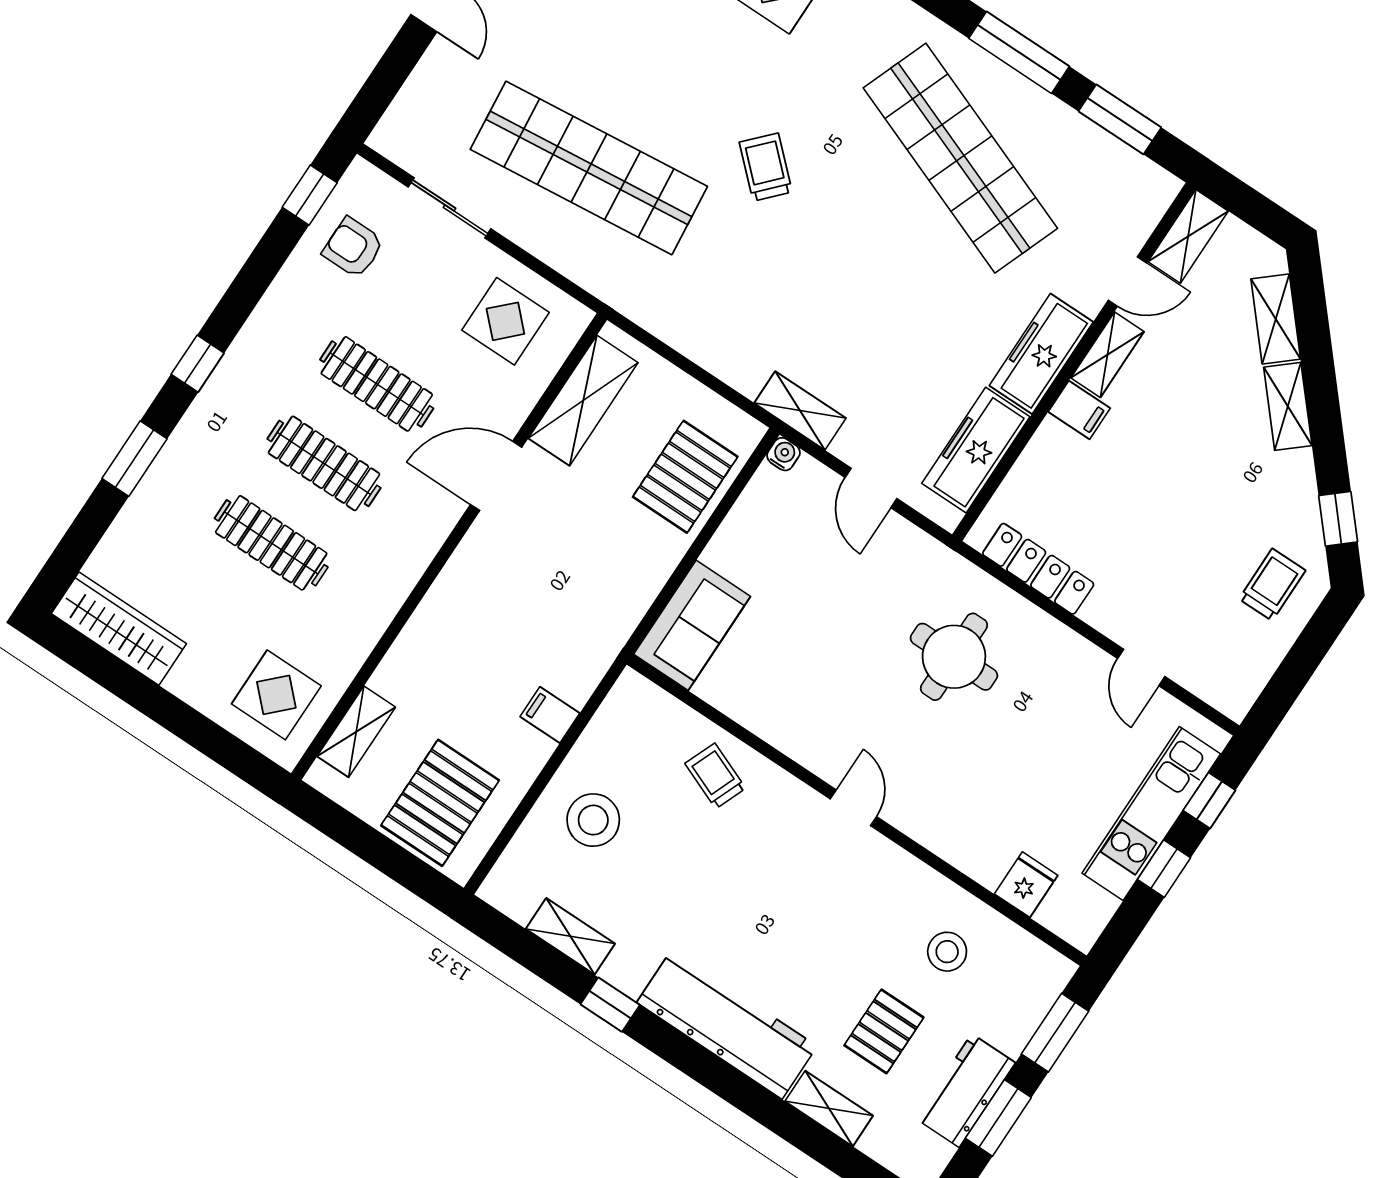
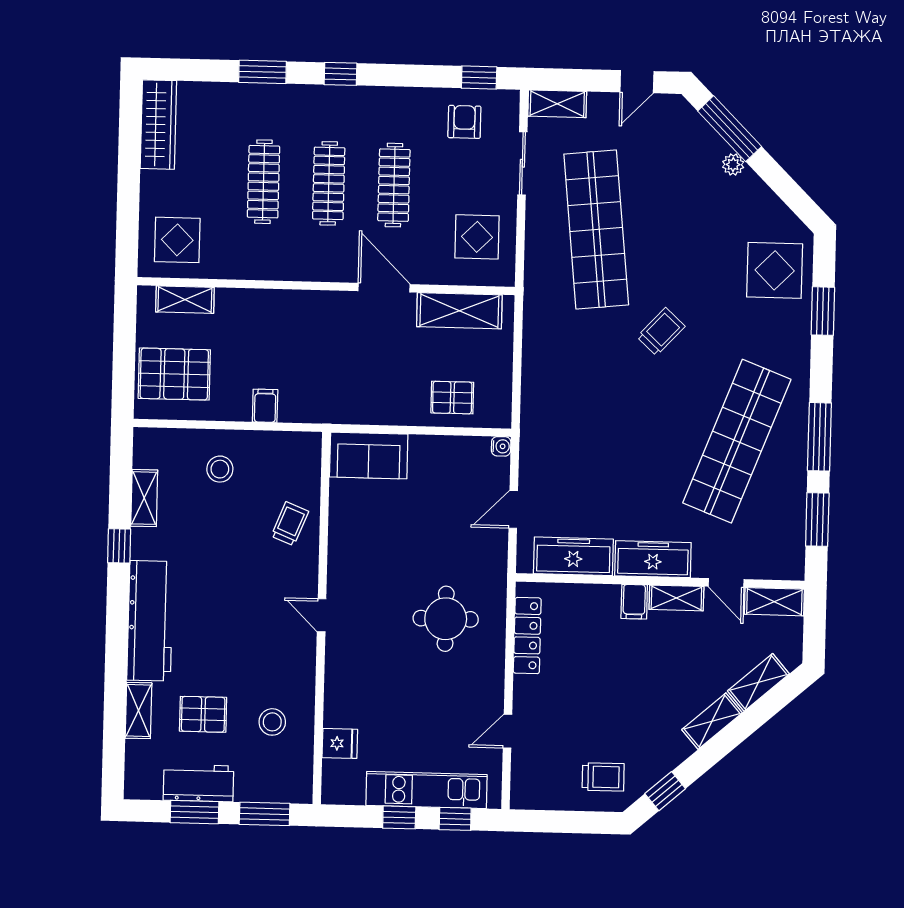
shelving: (800, 411) -> (557, 104), moved, turned 90
pallet: (685, 477) -> (452, 398), width x0.67, depth x0.71
door: (853, 808) -> (322, 615), swing flipped
stool: (593, 820) -> (220, 469), width x0.73, depth x0.73

